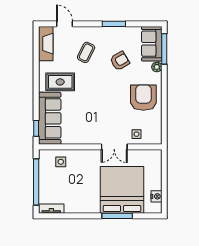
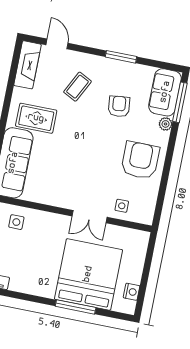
armchair: (120, 61) -> (119, 106), turned -65

